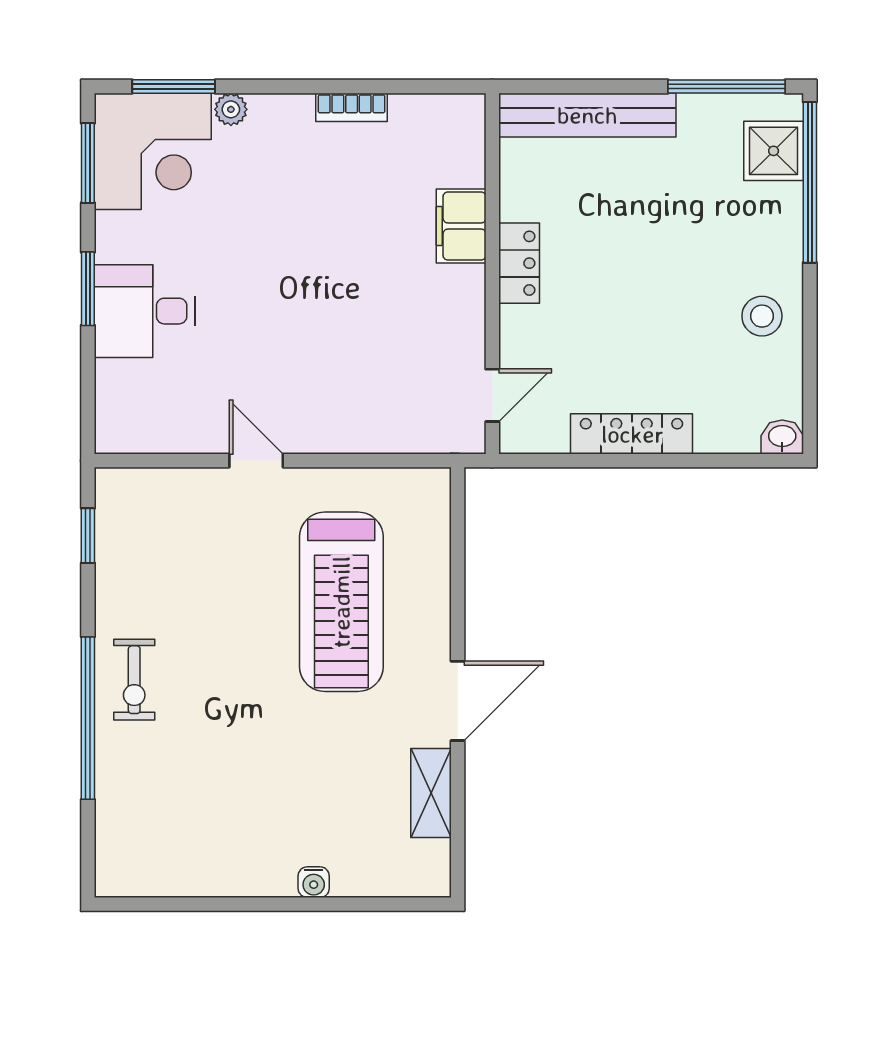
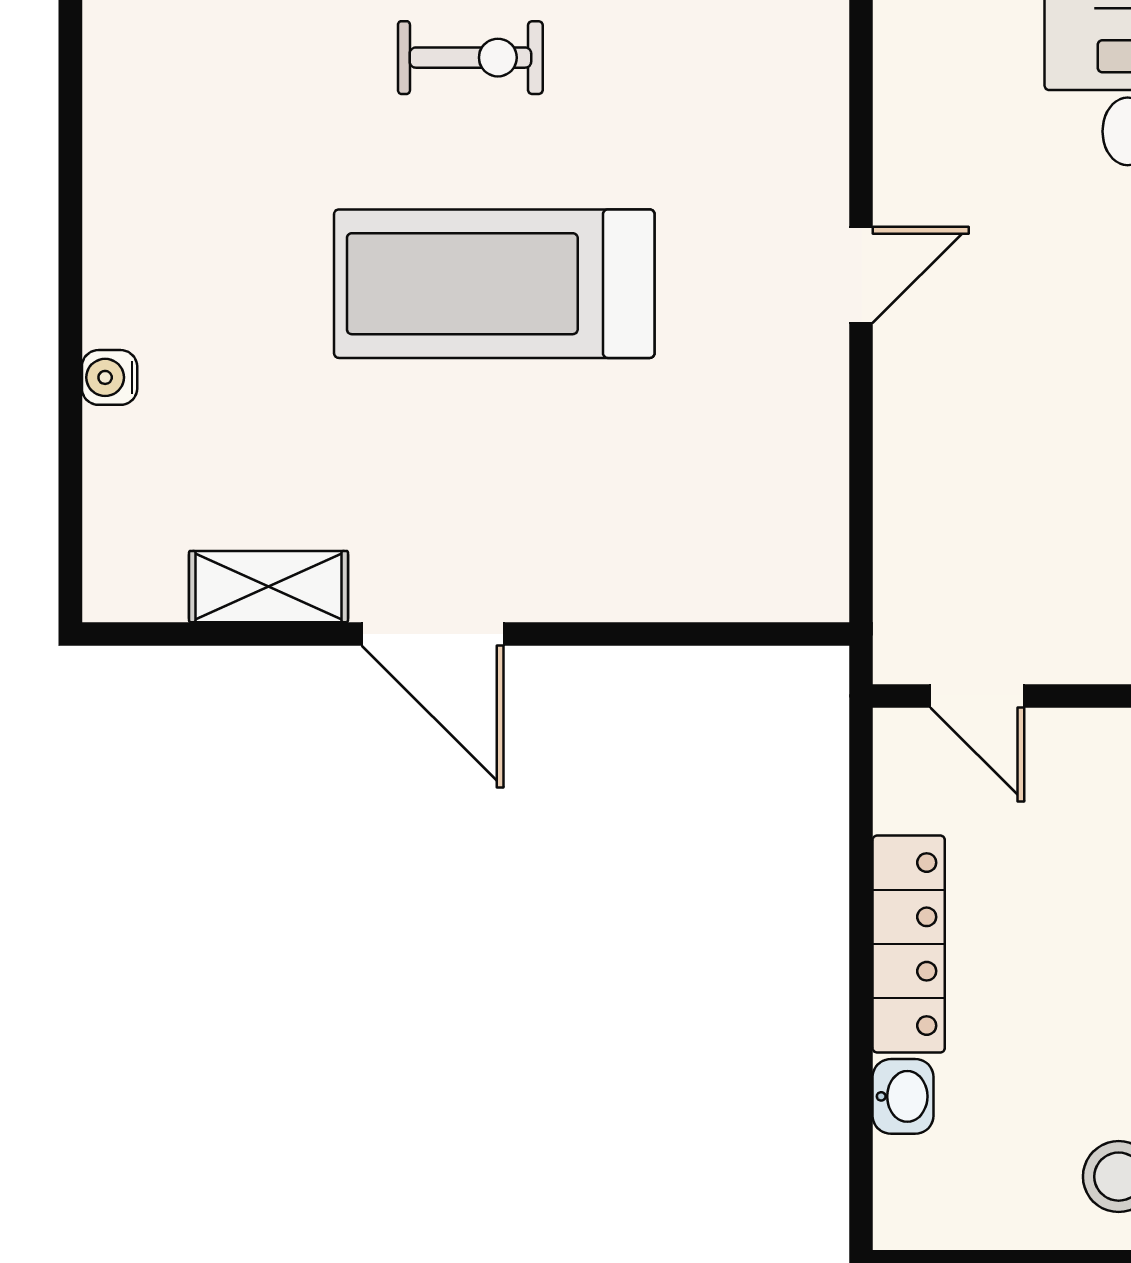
washbasin: (782, 437) -> (903, 1096), moved
treadmill: (341, 602) -> (494, 284), moved
exercise bike: (134, 680) -> (470, 58), turned 180

